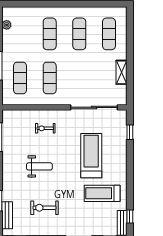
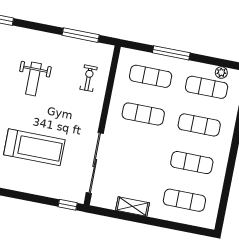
exercise mat: (20, 34) -> (207, 87), added
exercise bike: (45, 128) -> (89, 78), moved
window: (130, 132) -> (68, 205), moved

